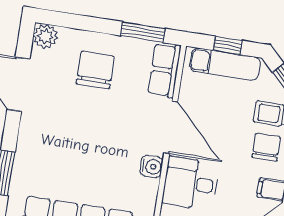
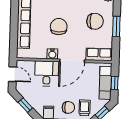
window: (143, 32) -> (116, 26), moved
chair: (97, 146) -> (59, 27), added

